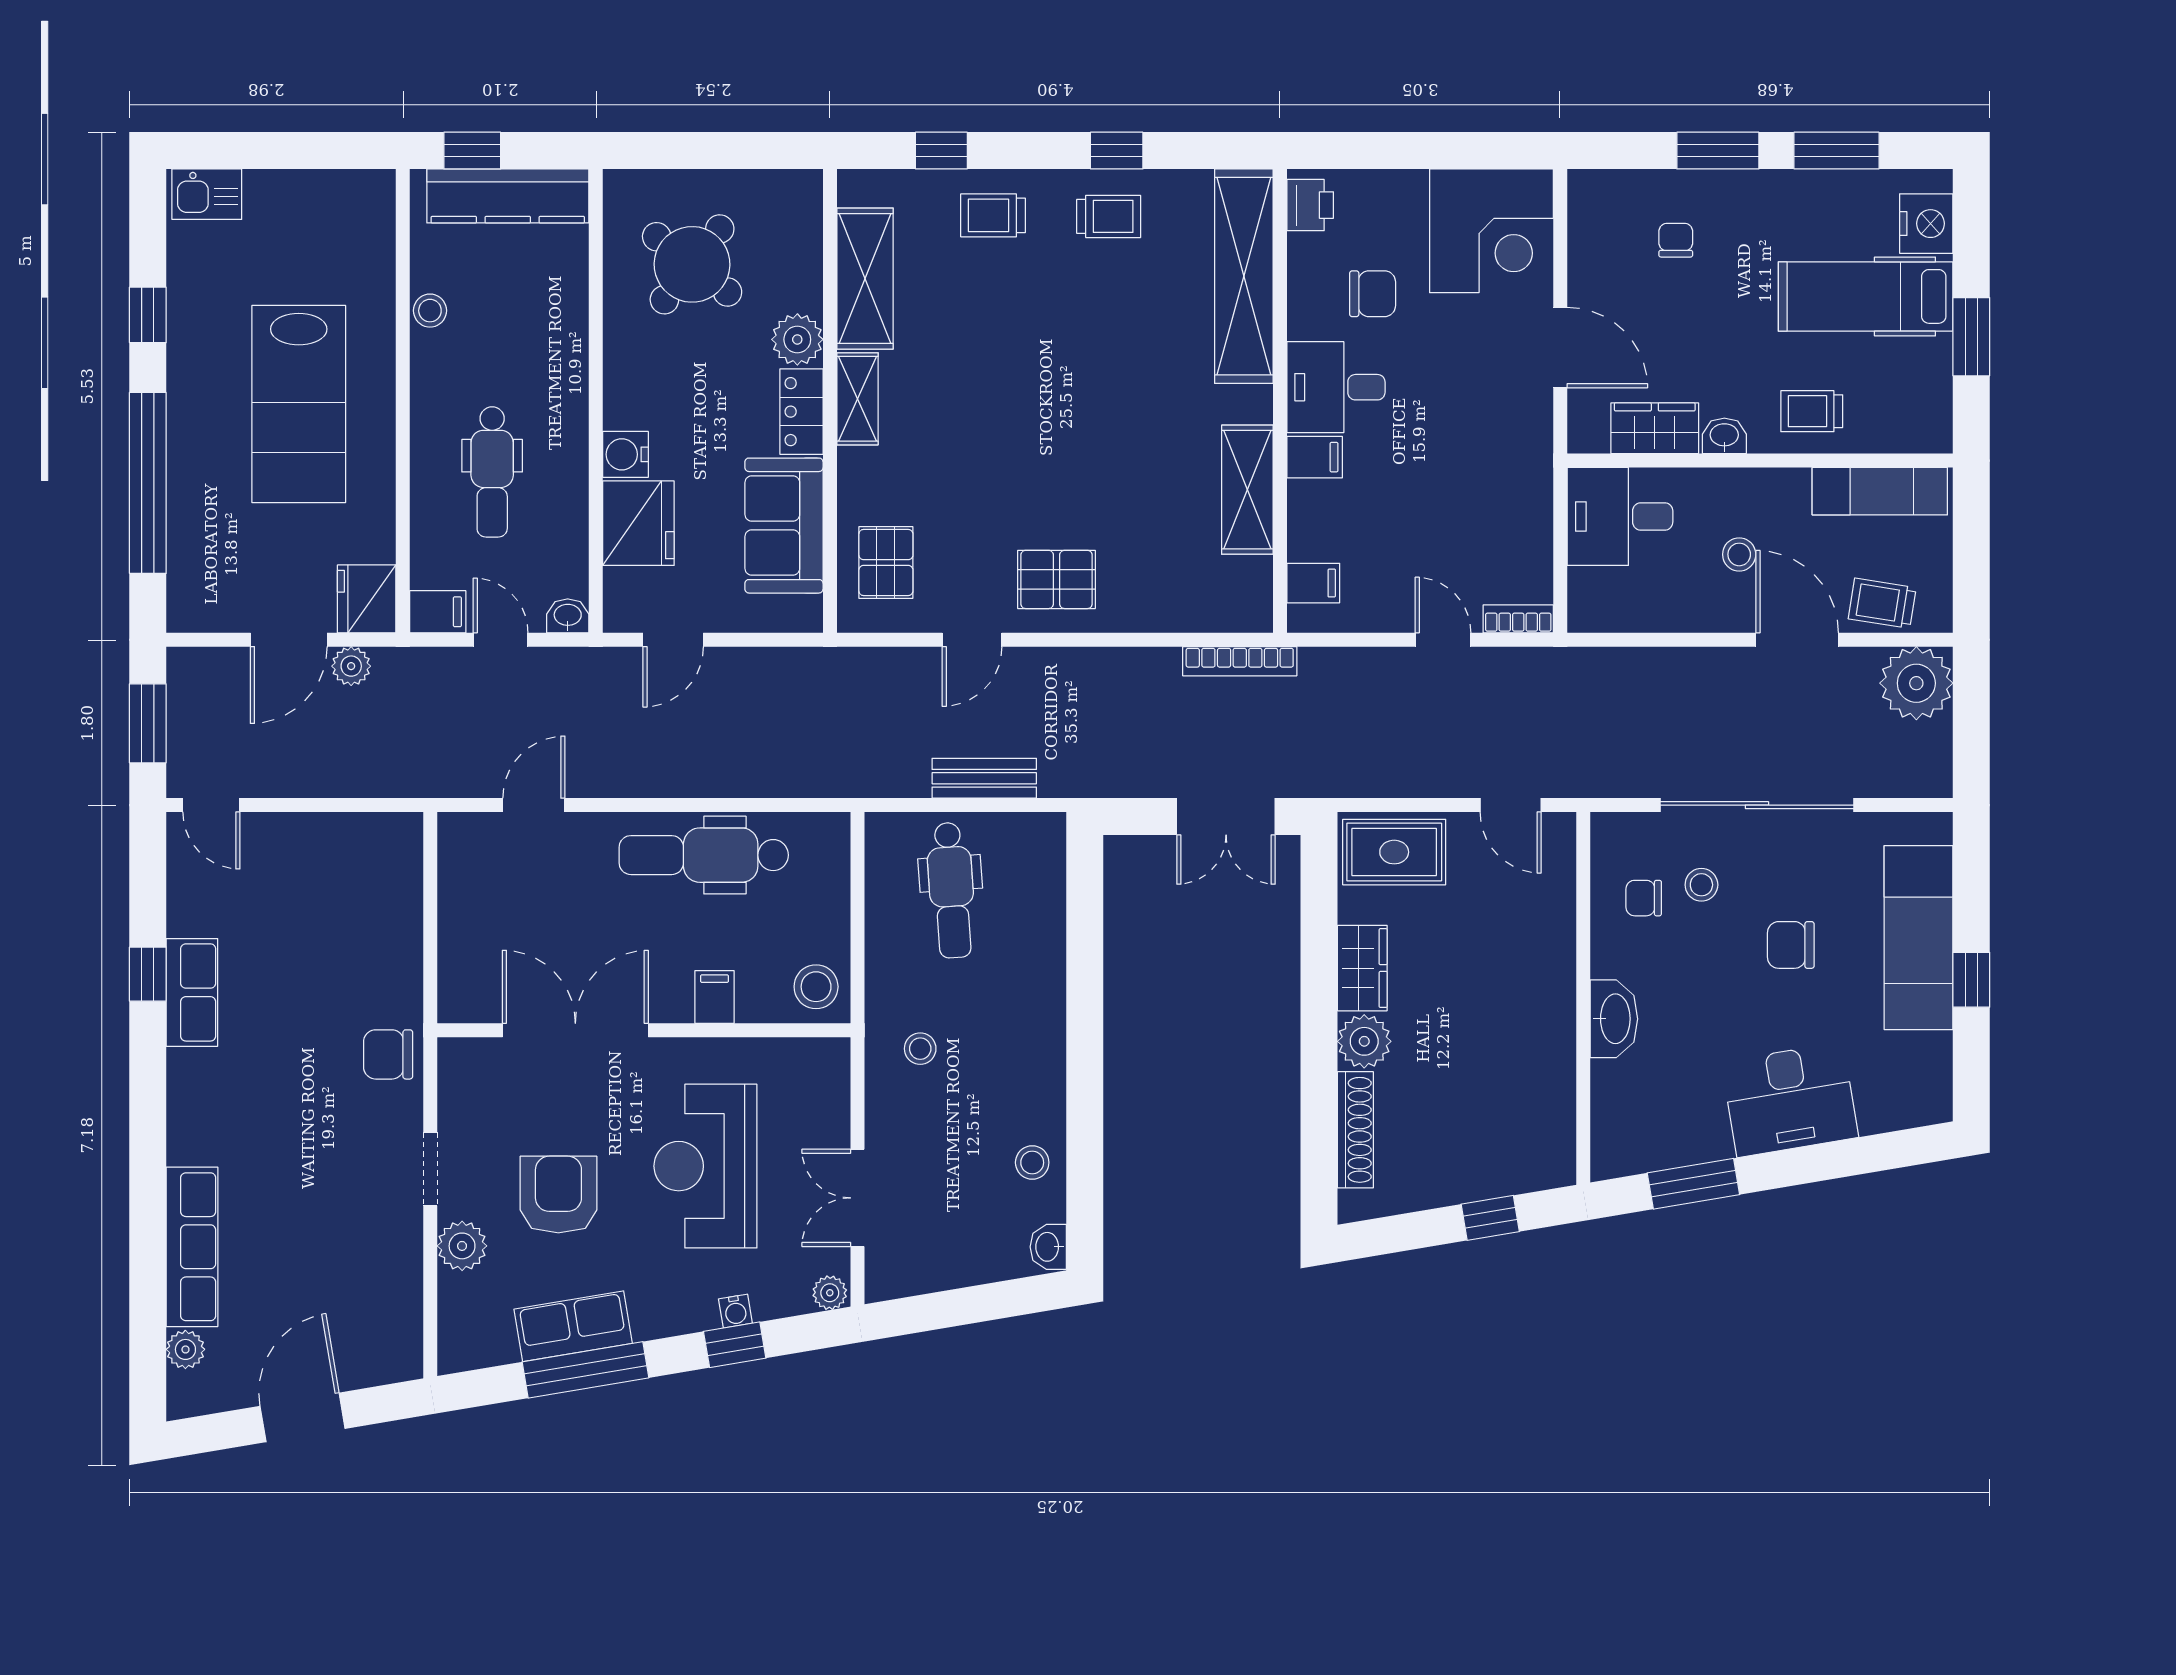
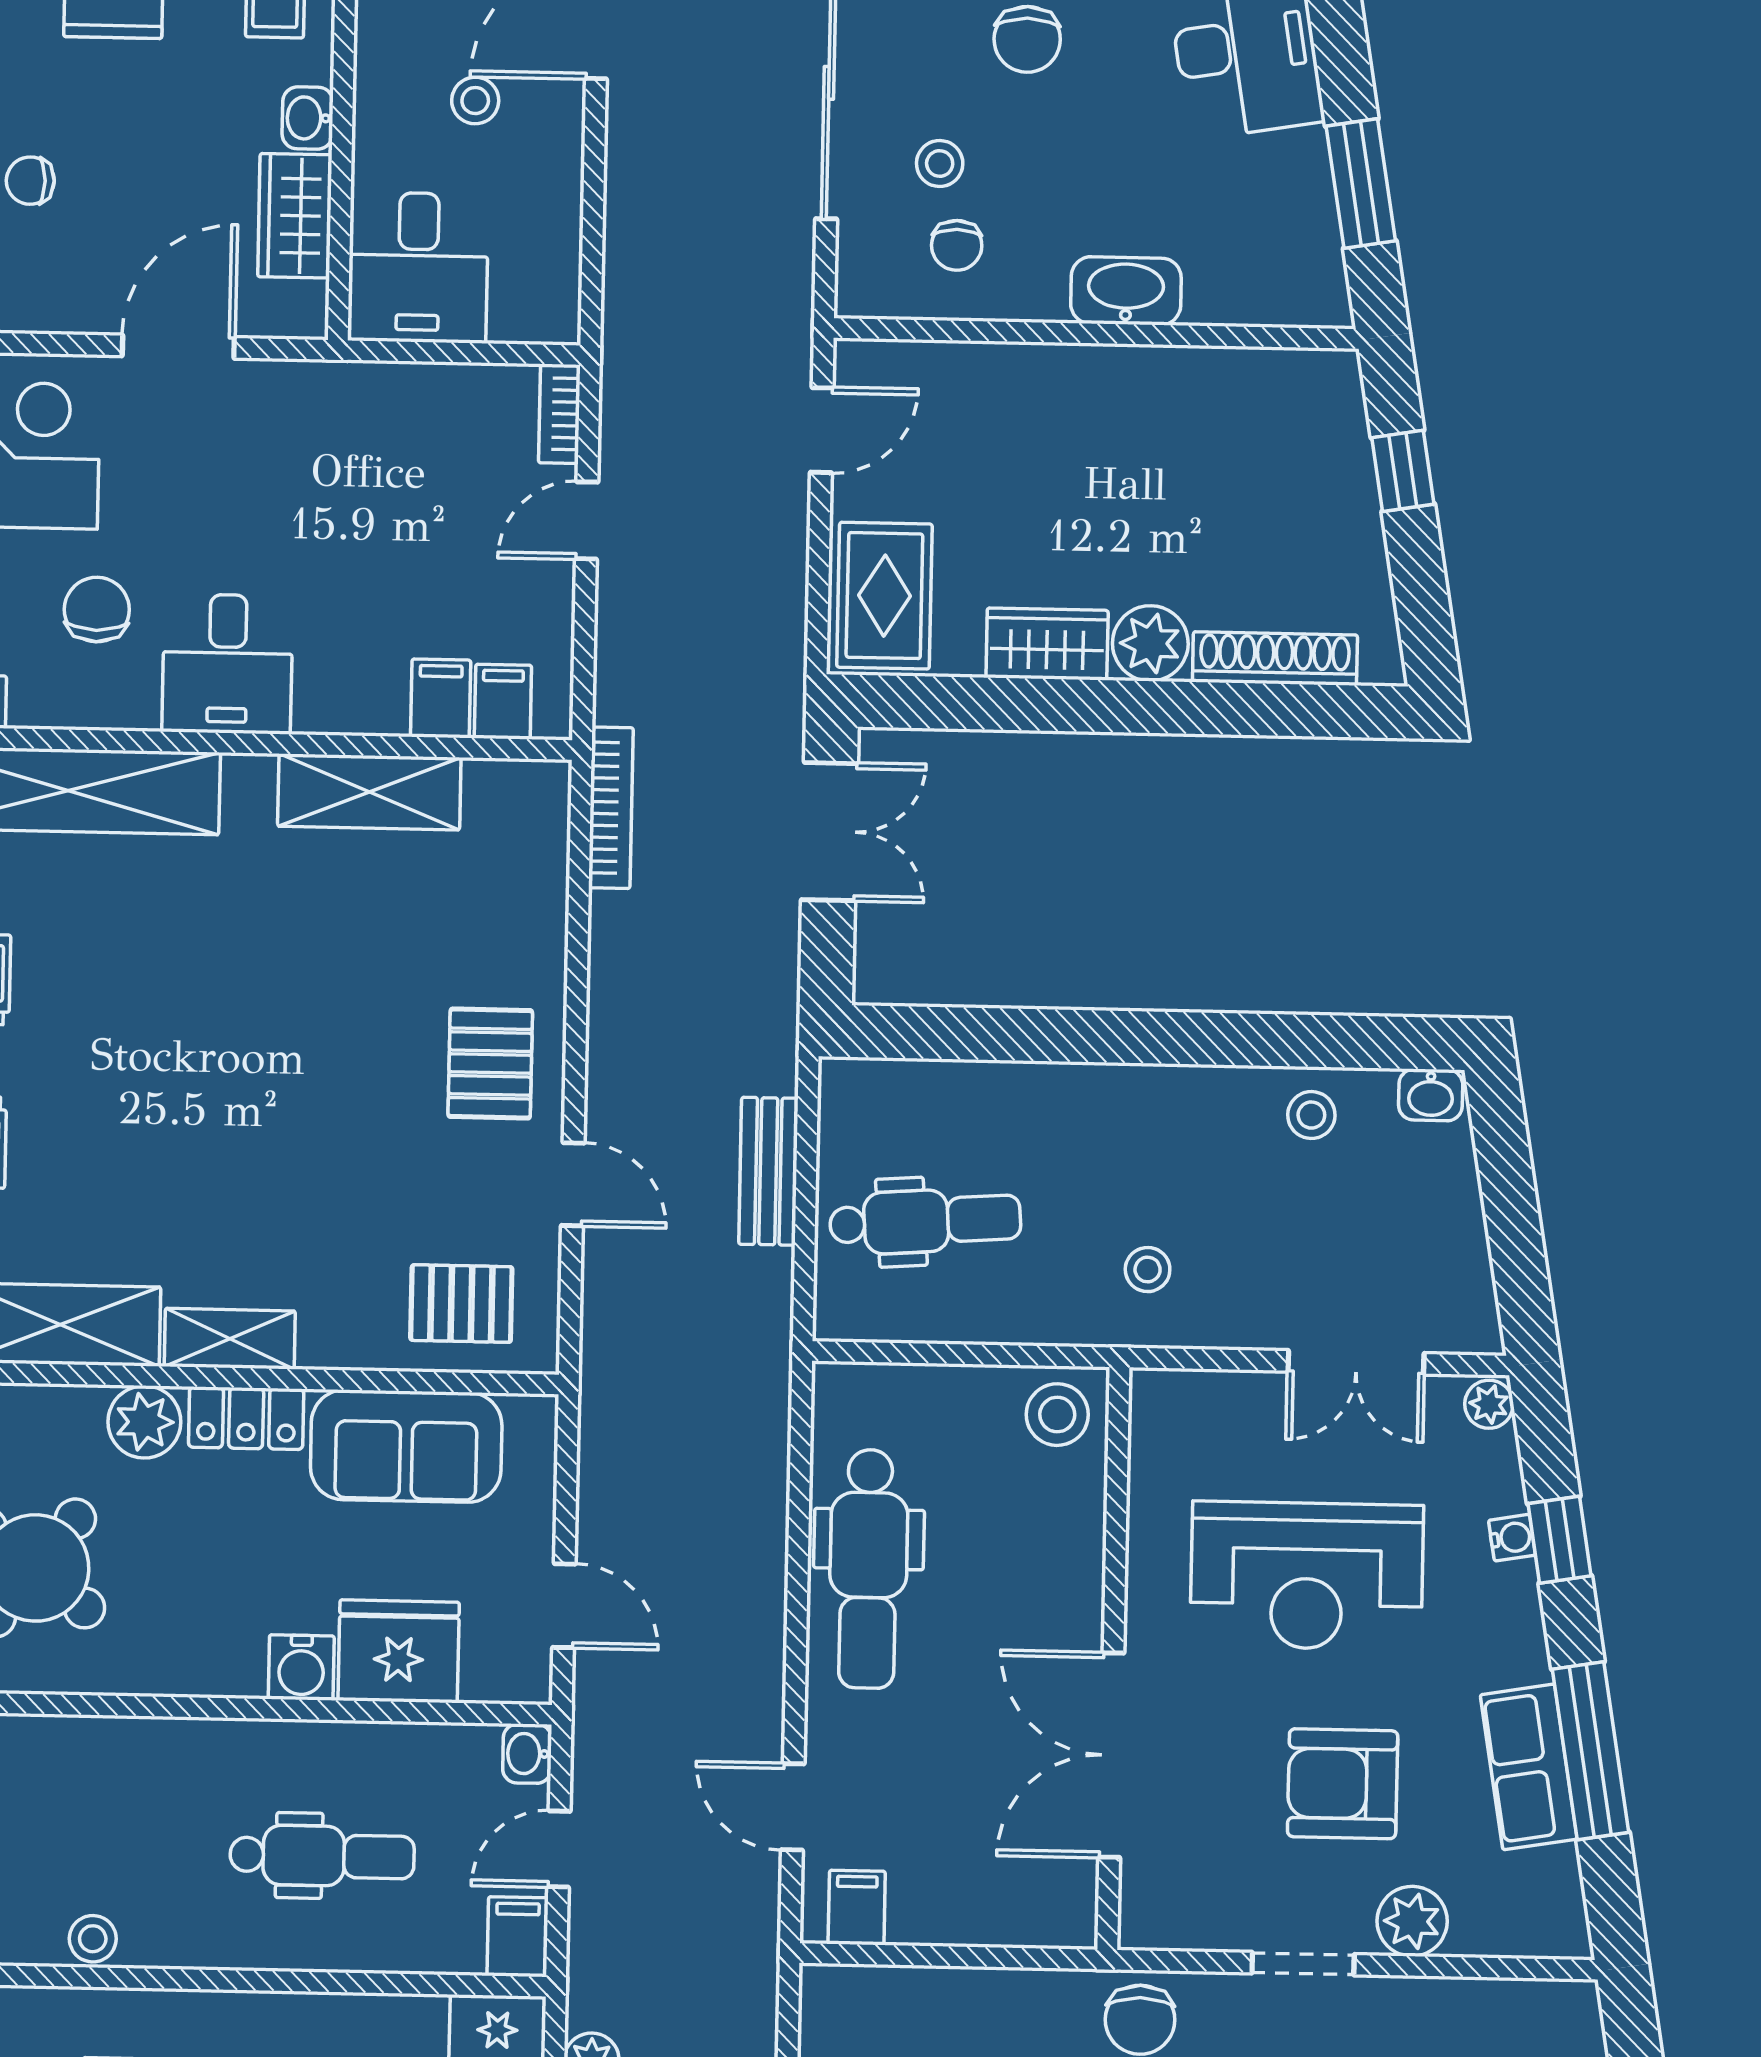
filing cabinet: (1315, 457) -> (441, 698), moved
filing cabinet: (714, 997) -> (857, 1908), moved, turned 90

